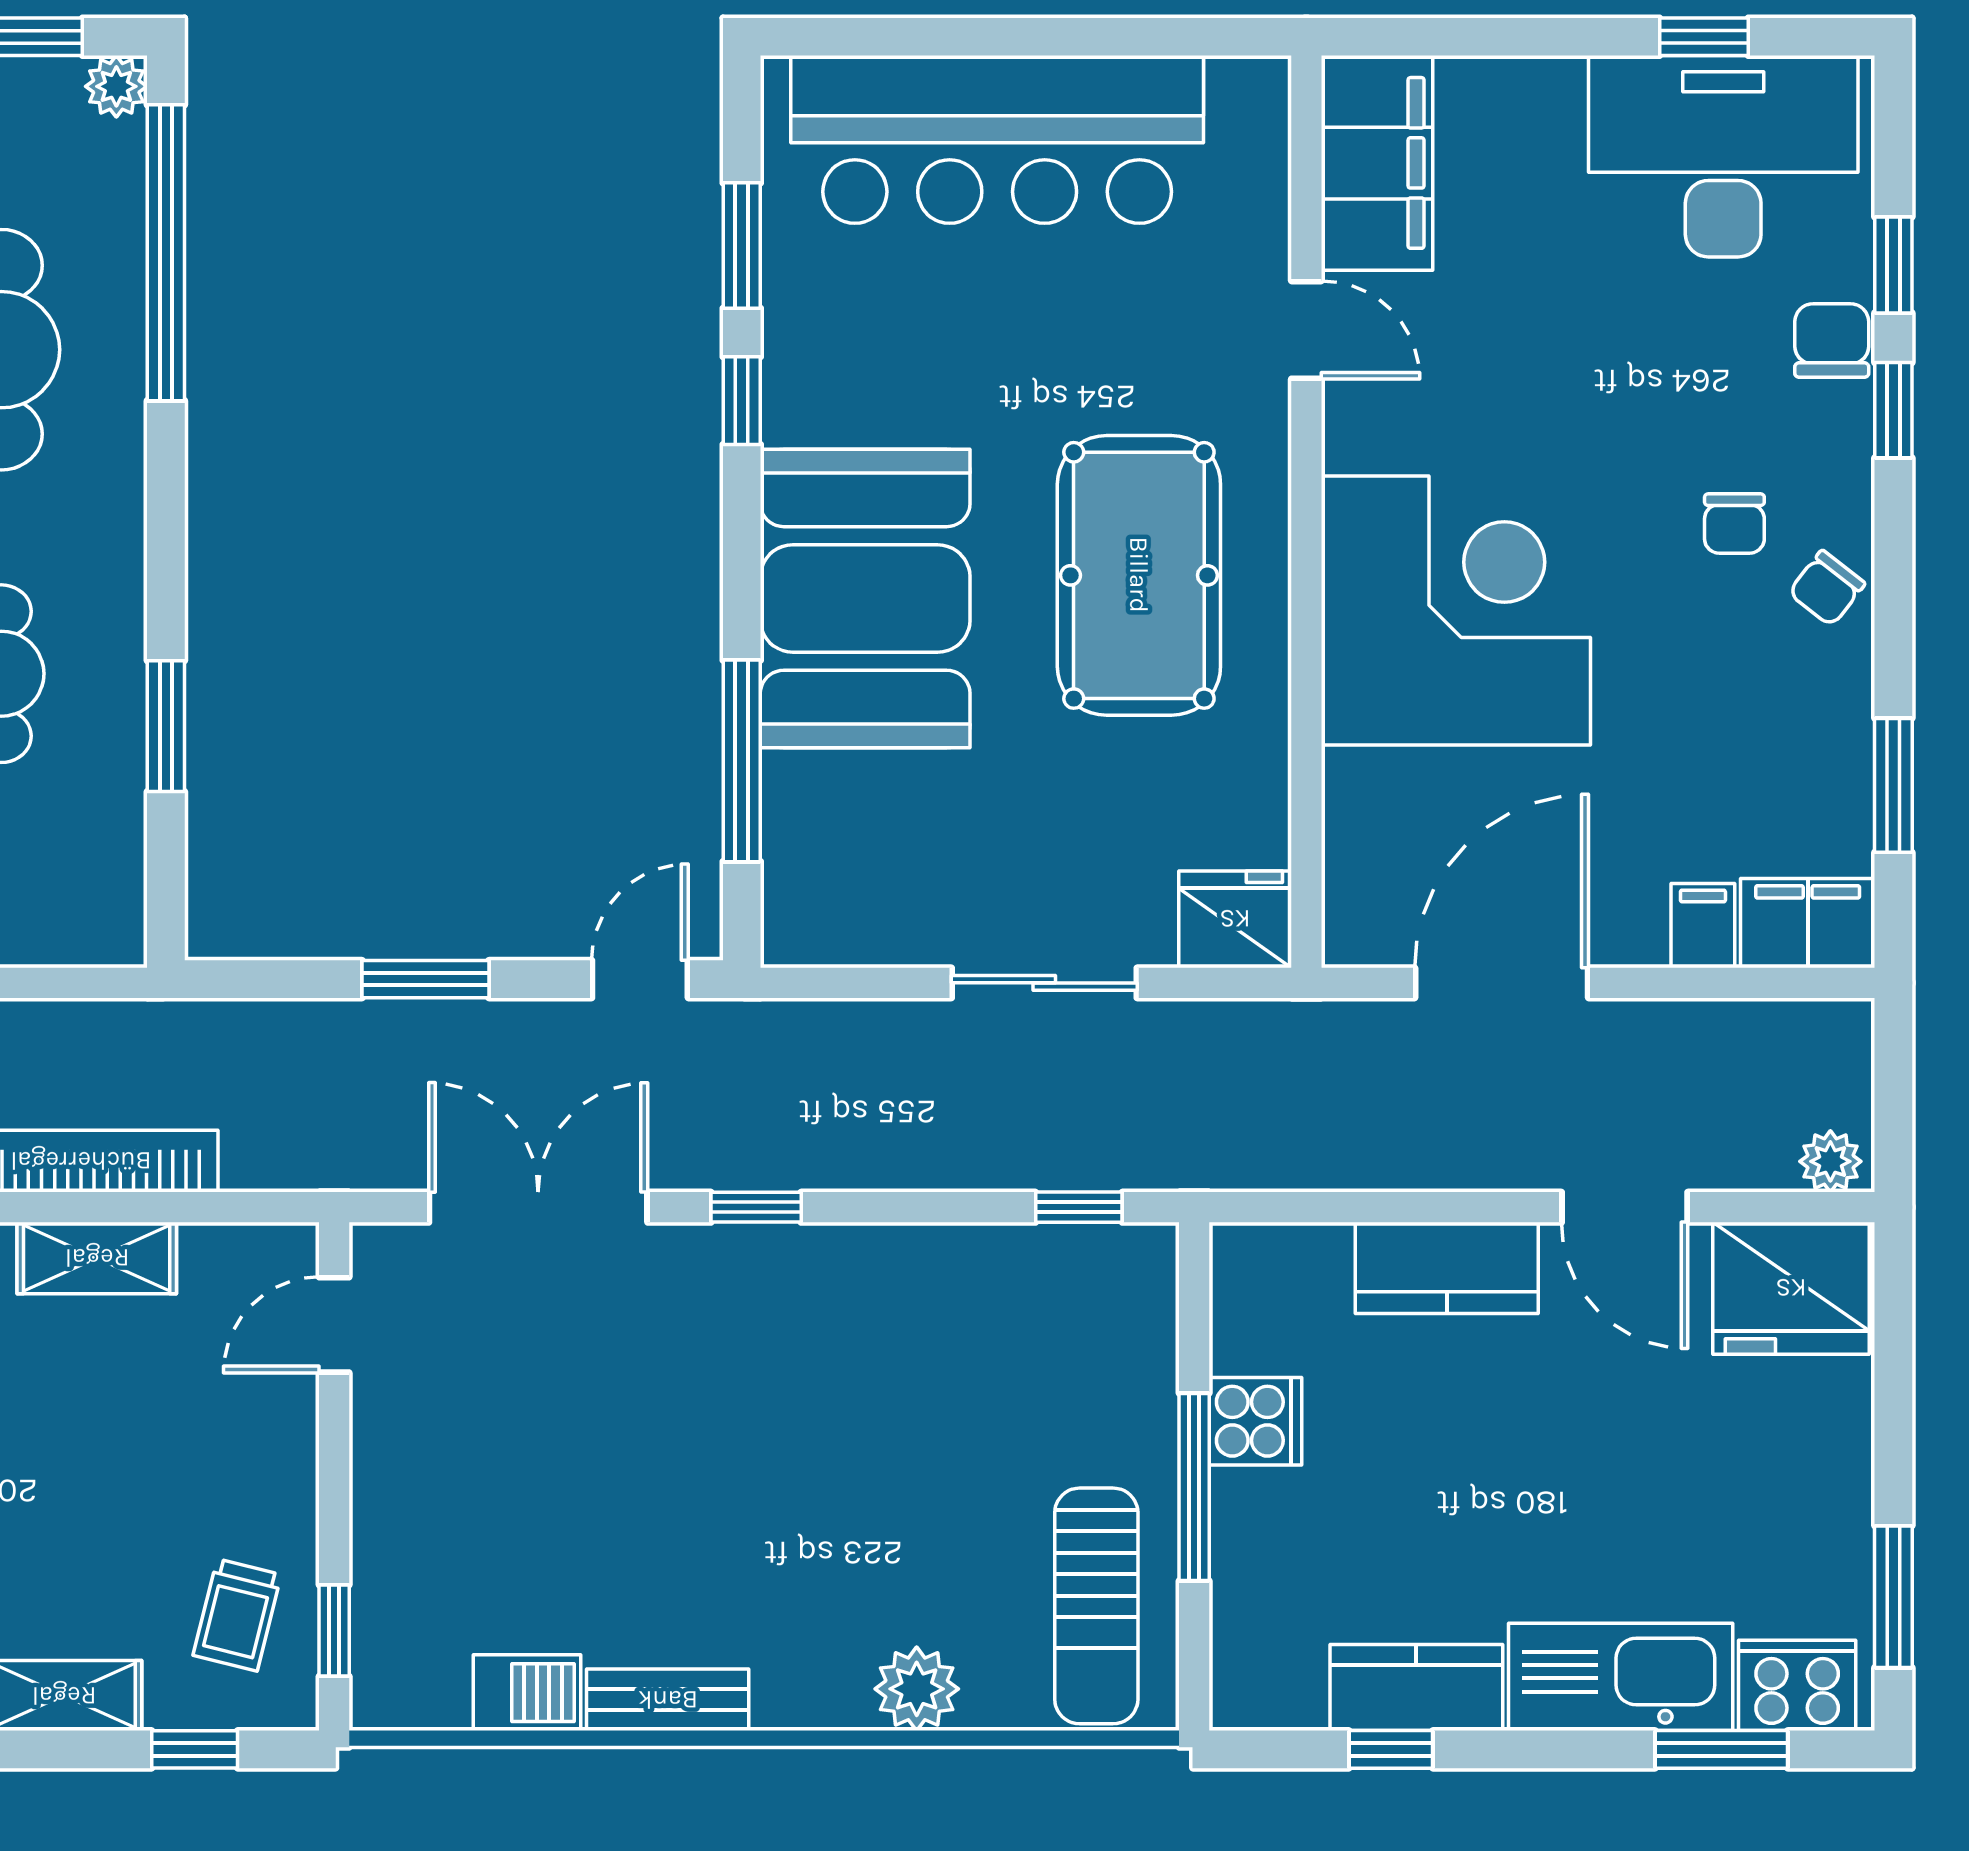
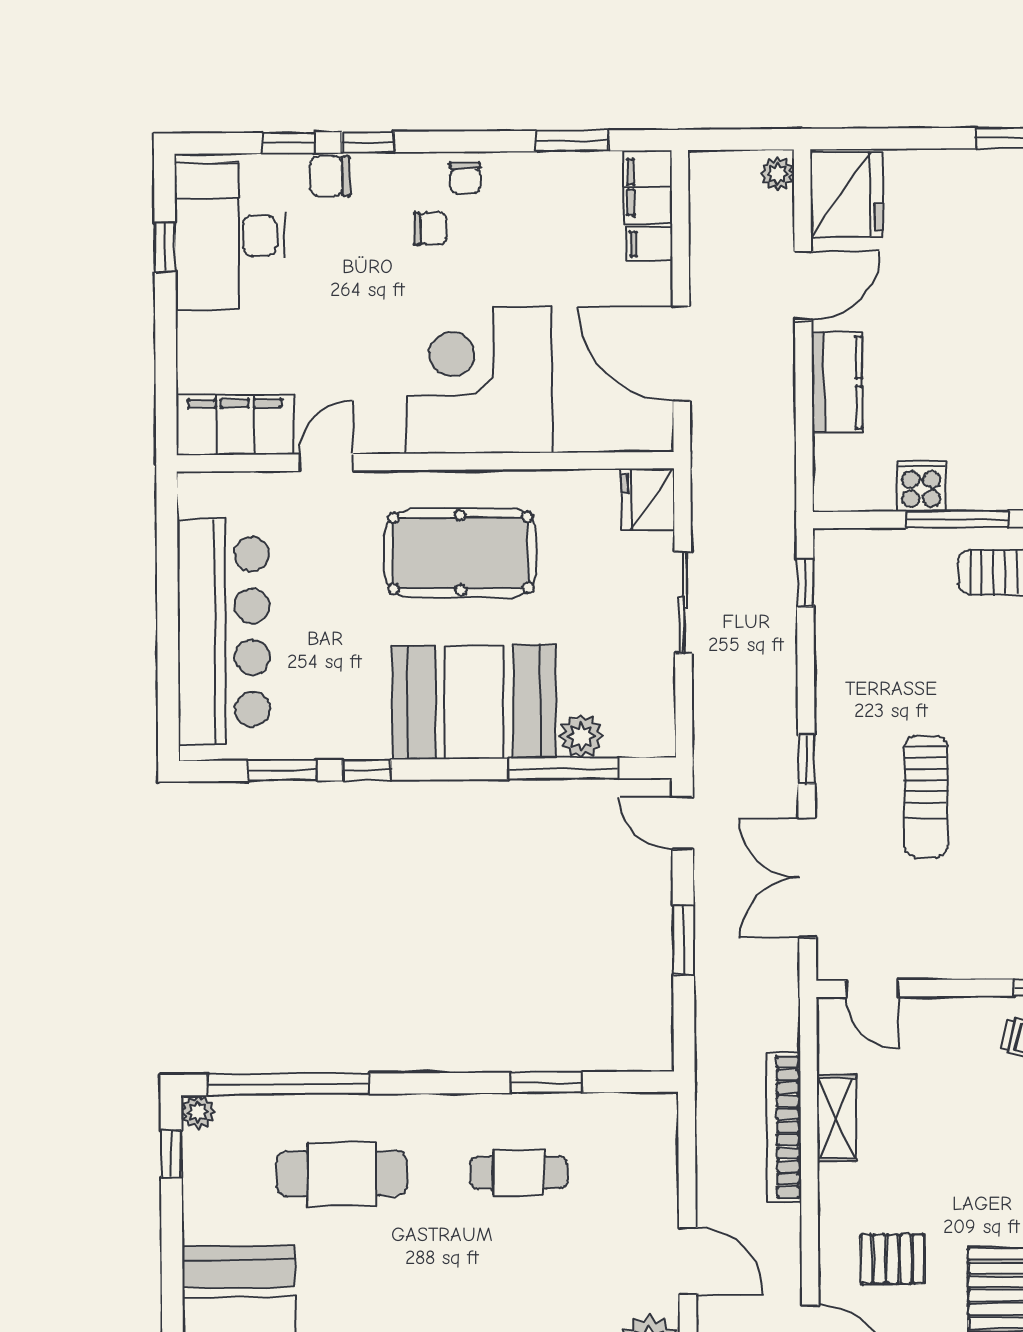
chair: (1827, 588) -> (465, 178), turned 52
plant: (801, 794) -> (581, 736), added
sun lounger: (686, 1426) -> (926, 796), added

